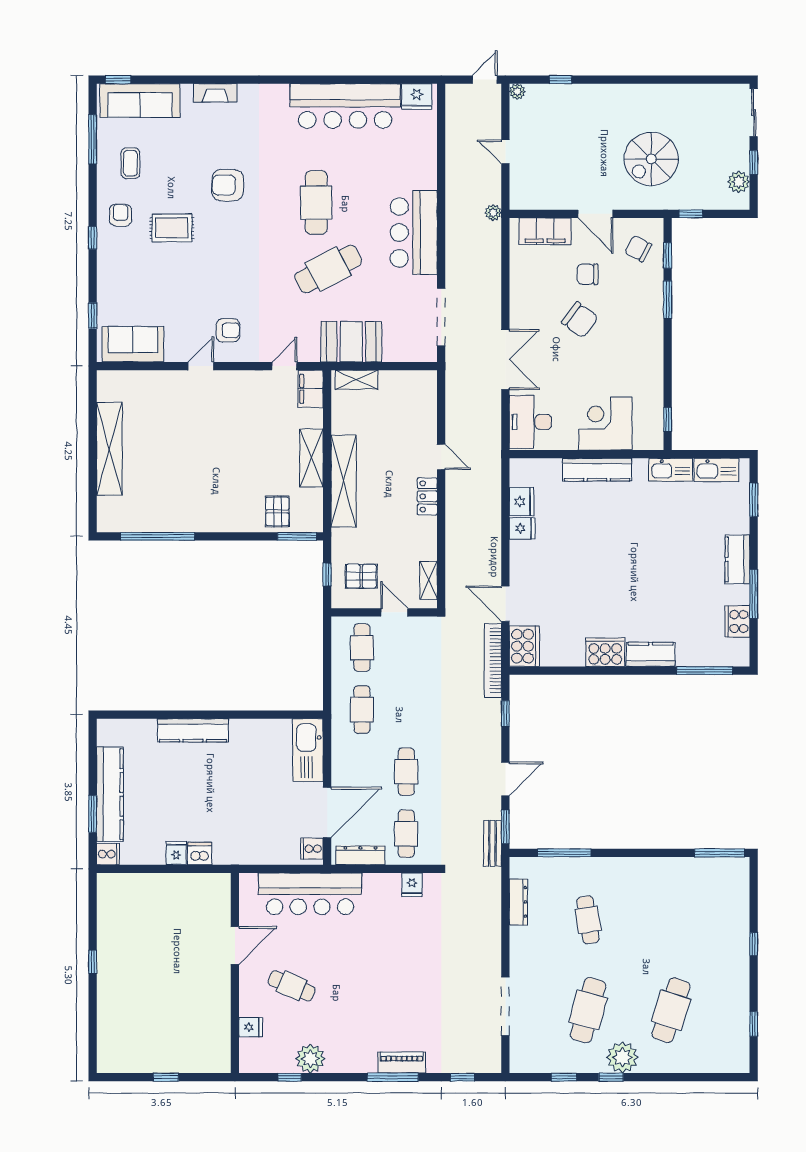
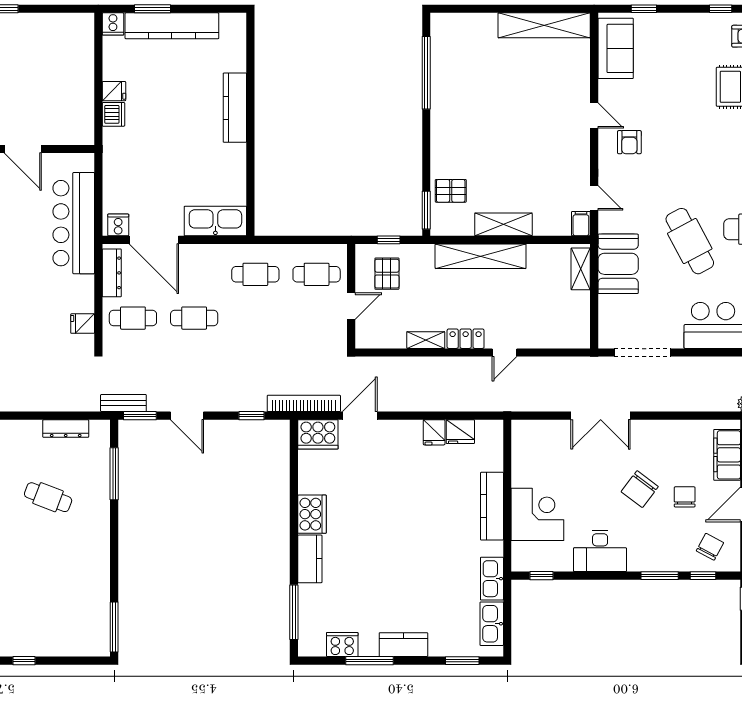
filing cabinet: (311, 389) -> (581, 224), width x0.50
desk: (530, 422) -> (600, 551), moved, turned 180
shelving: (109, 449) -> (544, 25), moved
shelving: (429, 580) -> (426, 340), moved
cafe table: (588, 920) -> (48, 497), turned 30

